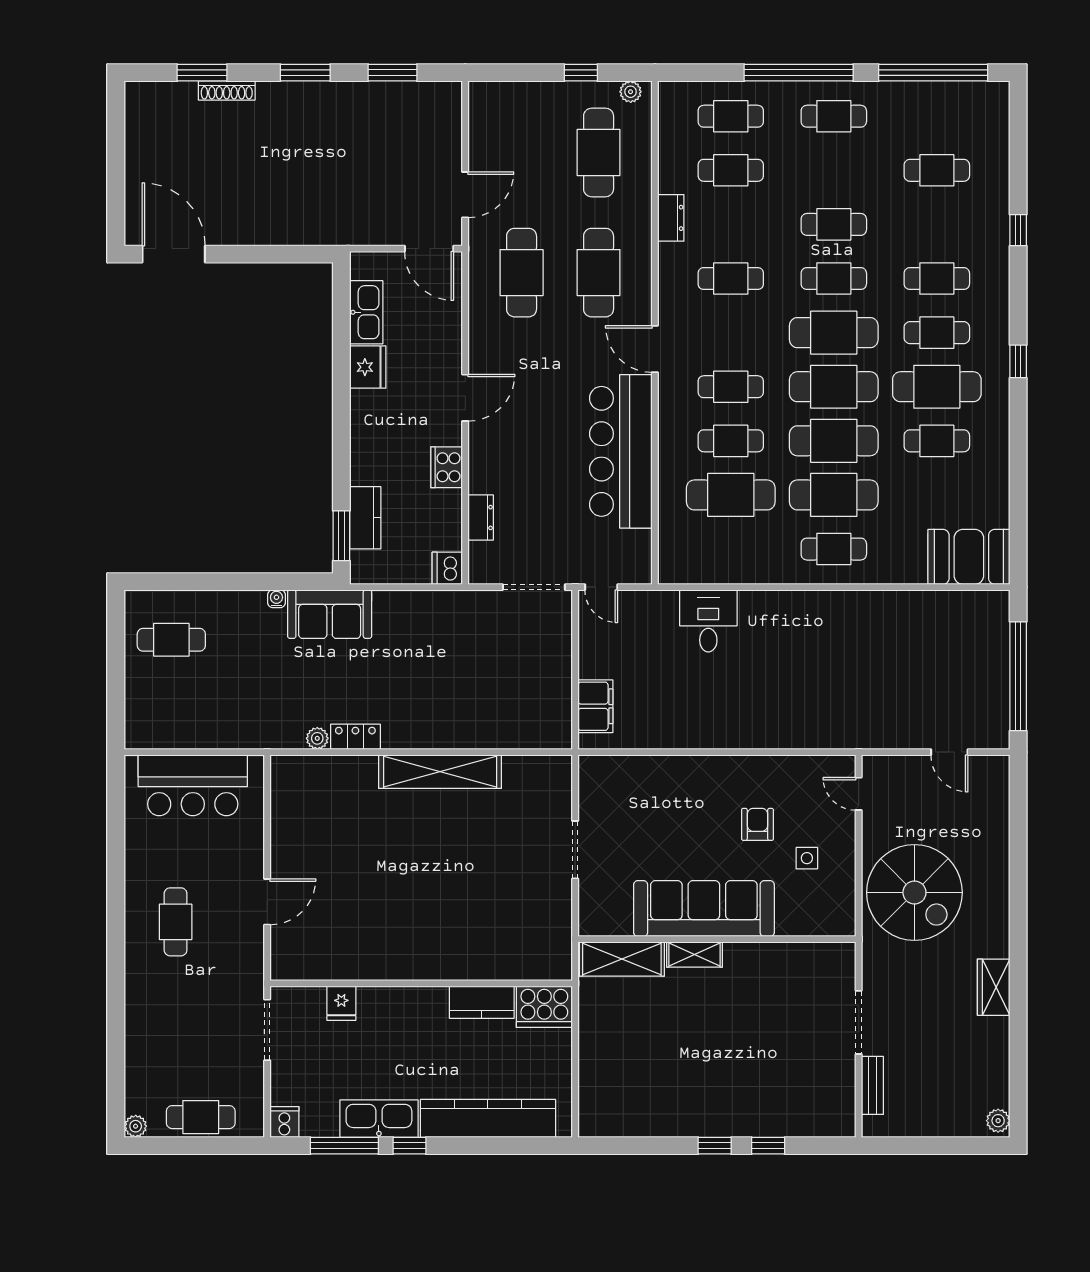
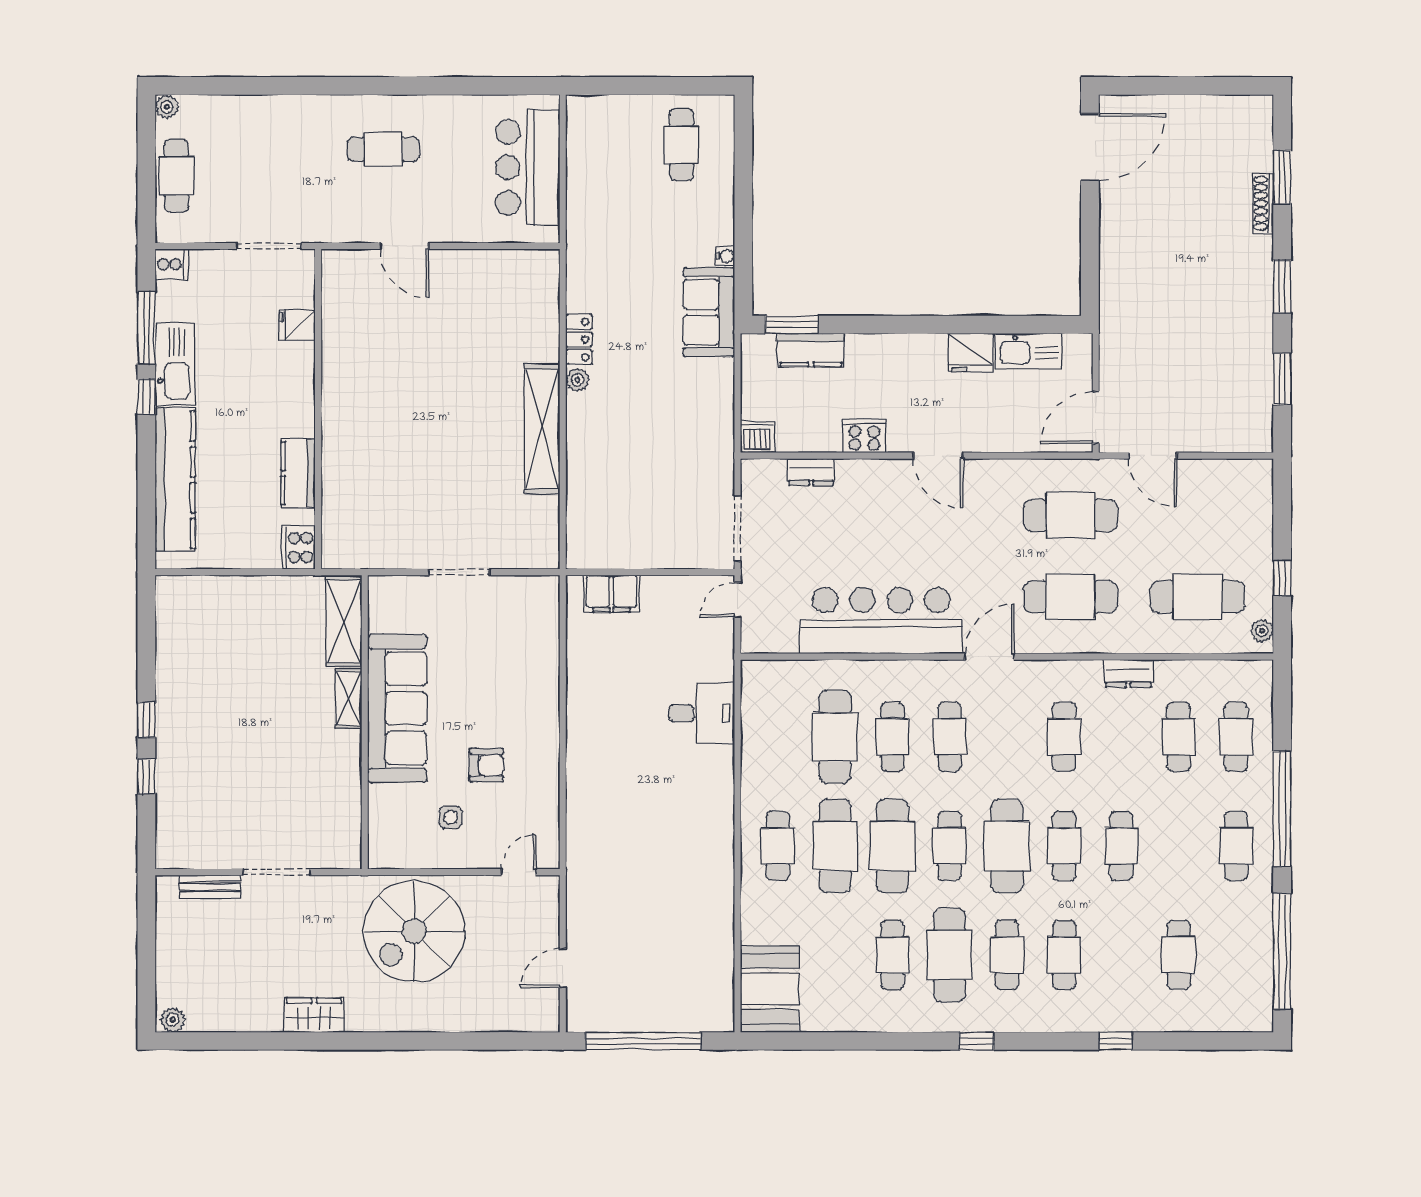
cafe table: (834, 387) -> (950, 846), width x0.73, depth x0.74
plant: (317, 738) -> (577, 380), moved
cooker: (544, 1007) -> (298, 548), width x0.73, depth x0.76

